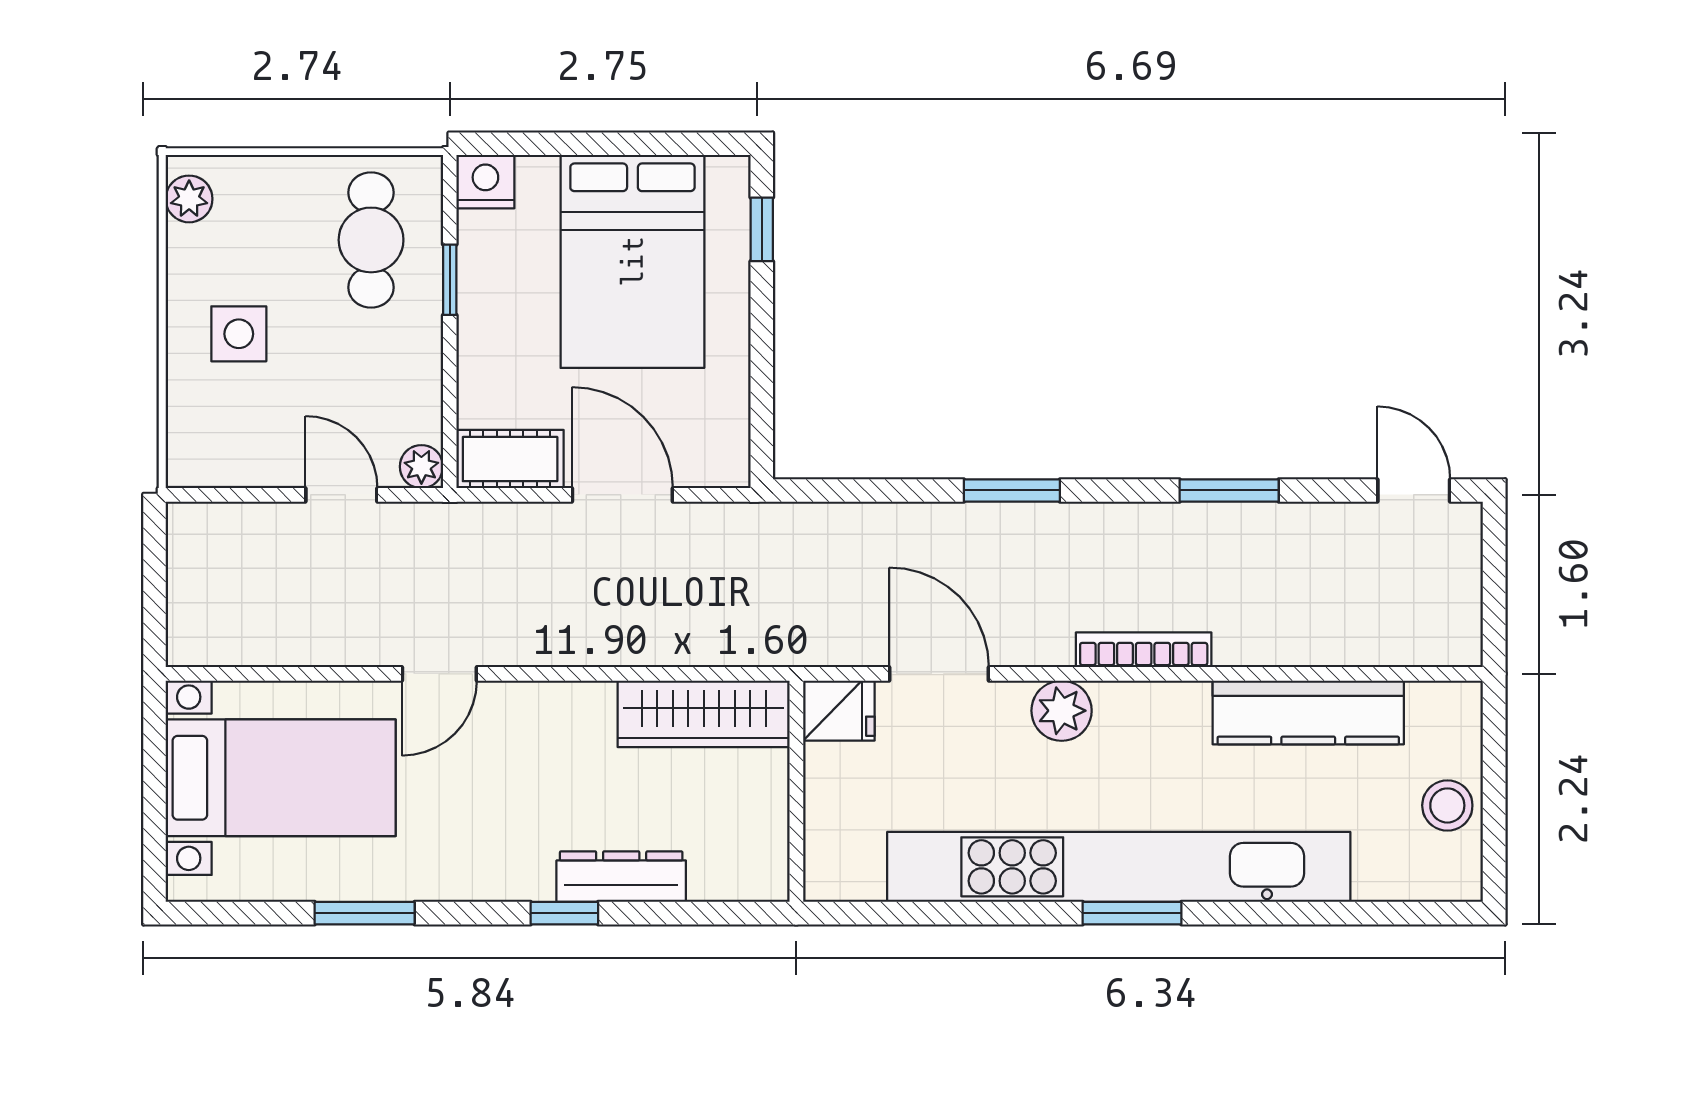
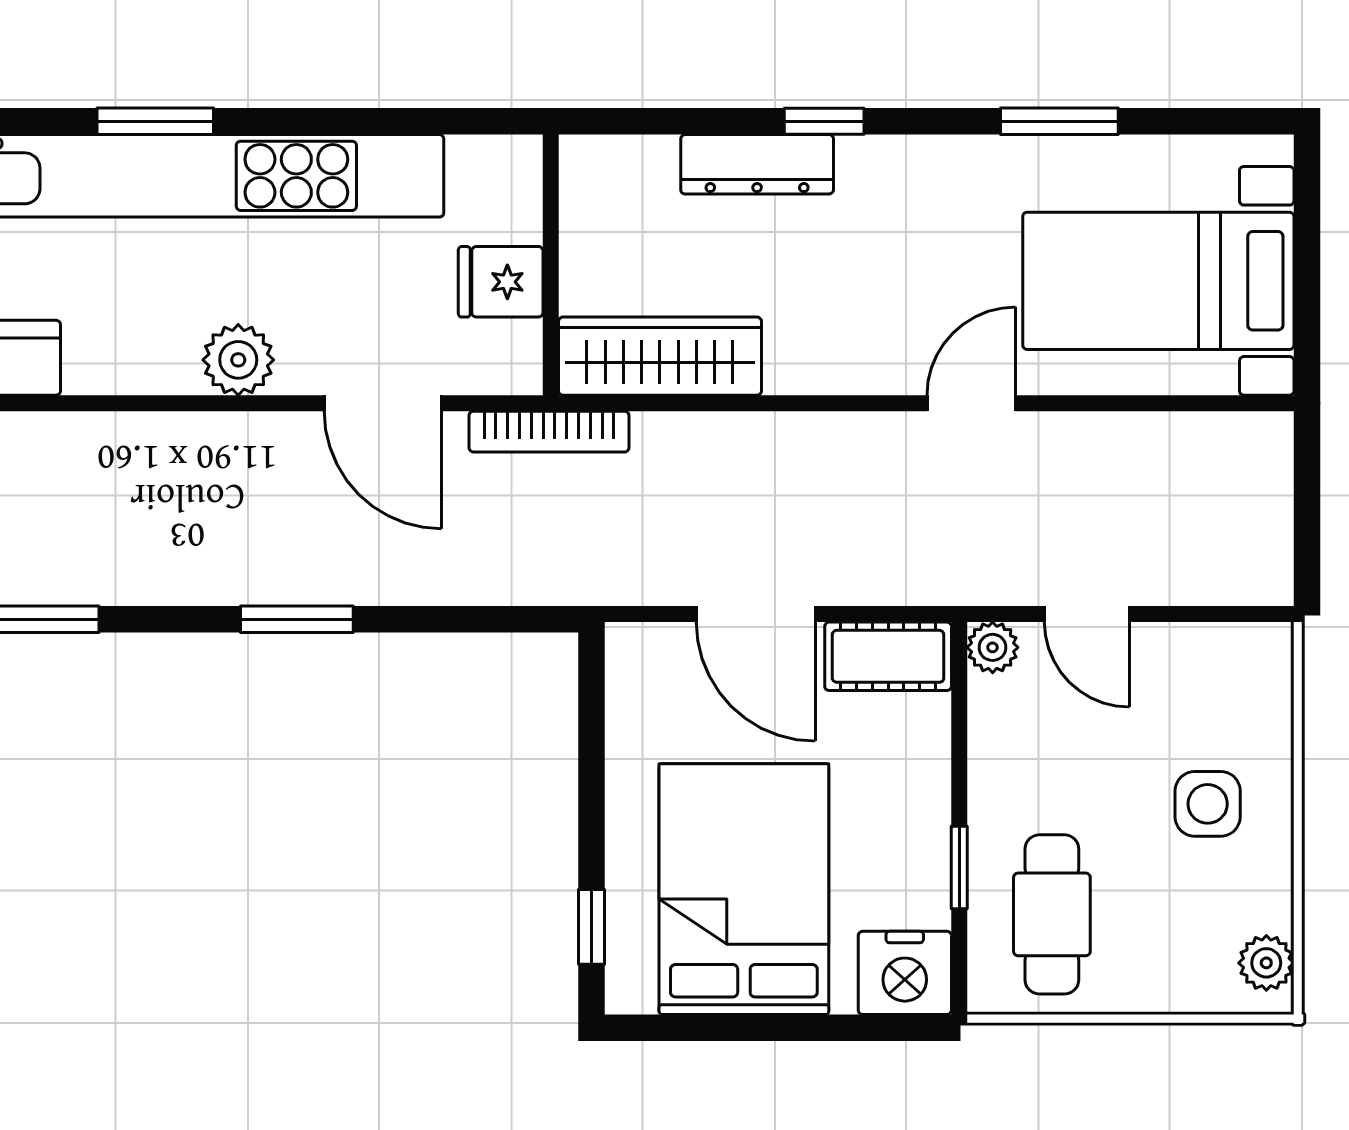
nightstand: (485, 182) -> (905, 973), width x1.36, depth x1.33
bookcase: (1144, 650) -> (549, 432), moved
fridge: (839, 711) -> (501, 282), moved

